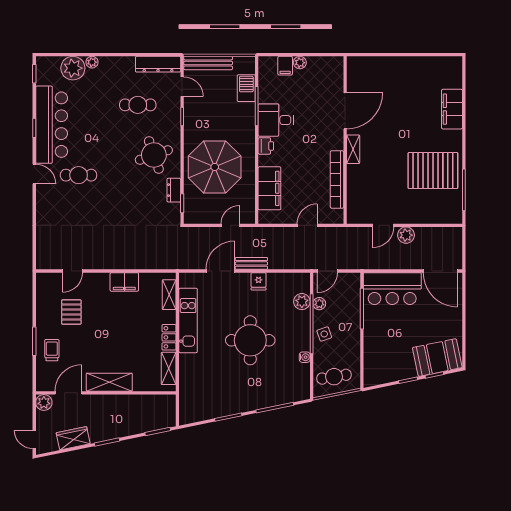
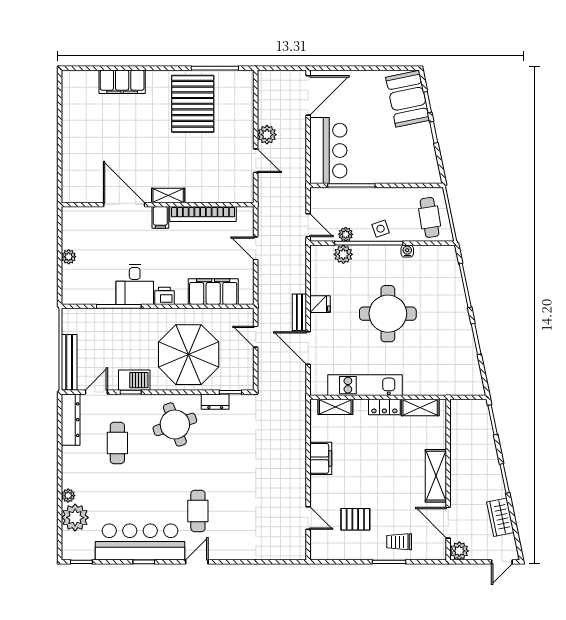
filing cabinet: (285, 66) -> (160, 217), moved, turned 90
barbecue: (246, 88) -> (134, 380), moved, turned 180

